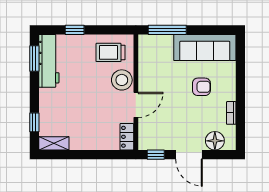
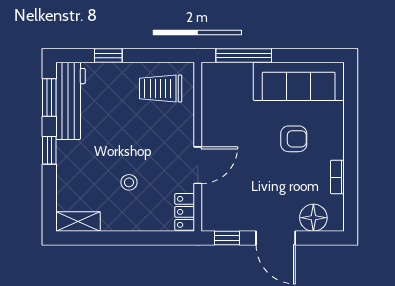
stool: (122, 80) -> (129, 182), moved, width x0.53, depth x0.53
window: (34, 122) -> (49, 150), moved

